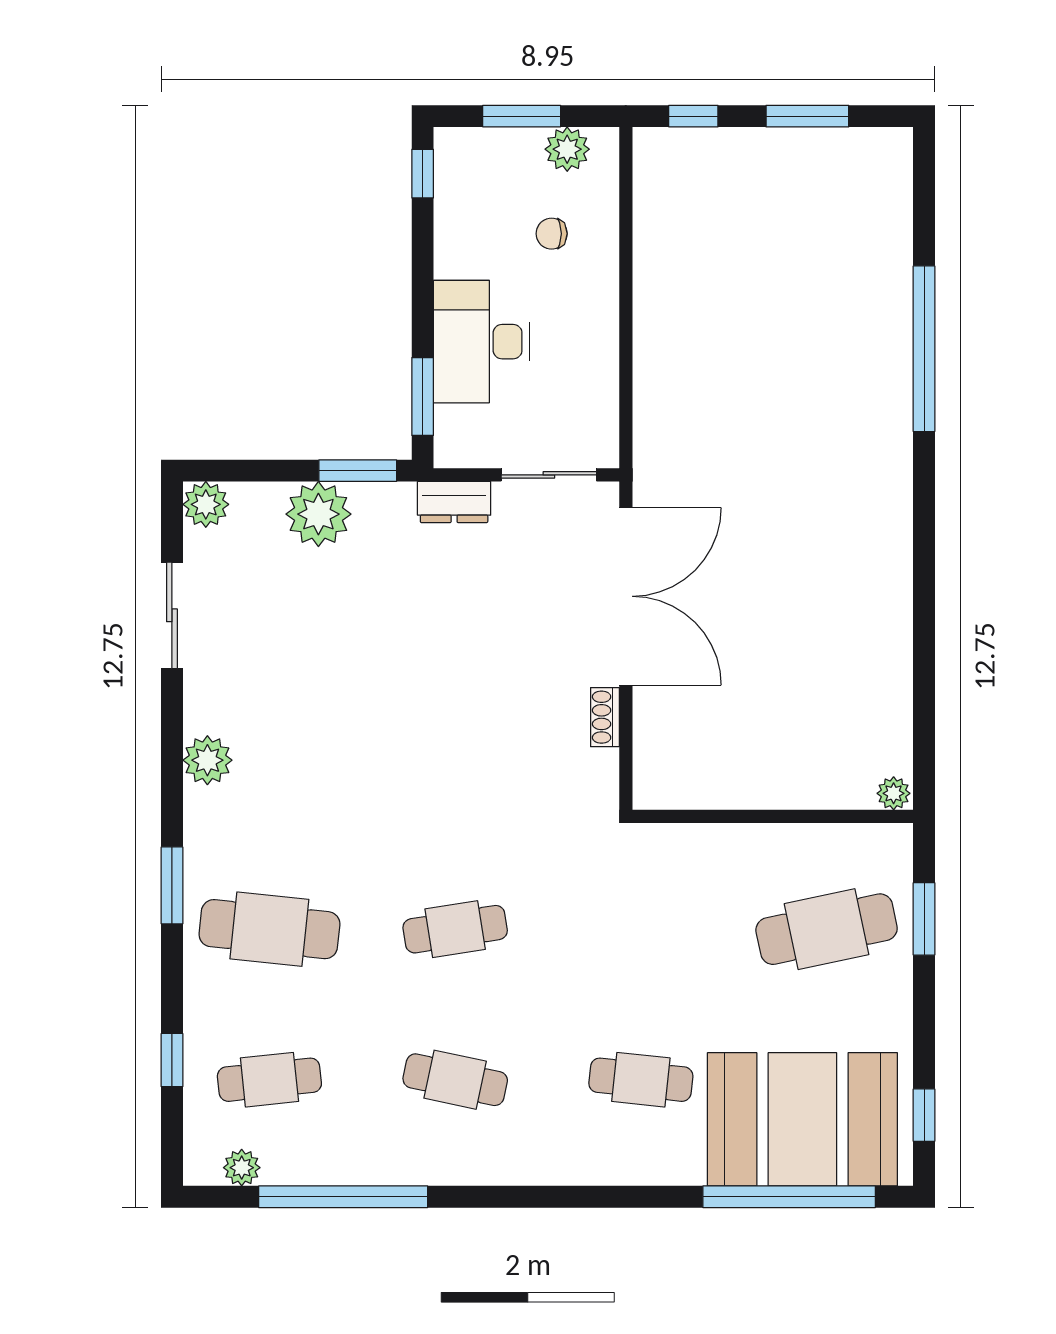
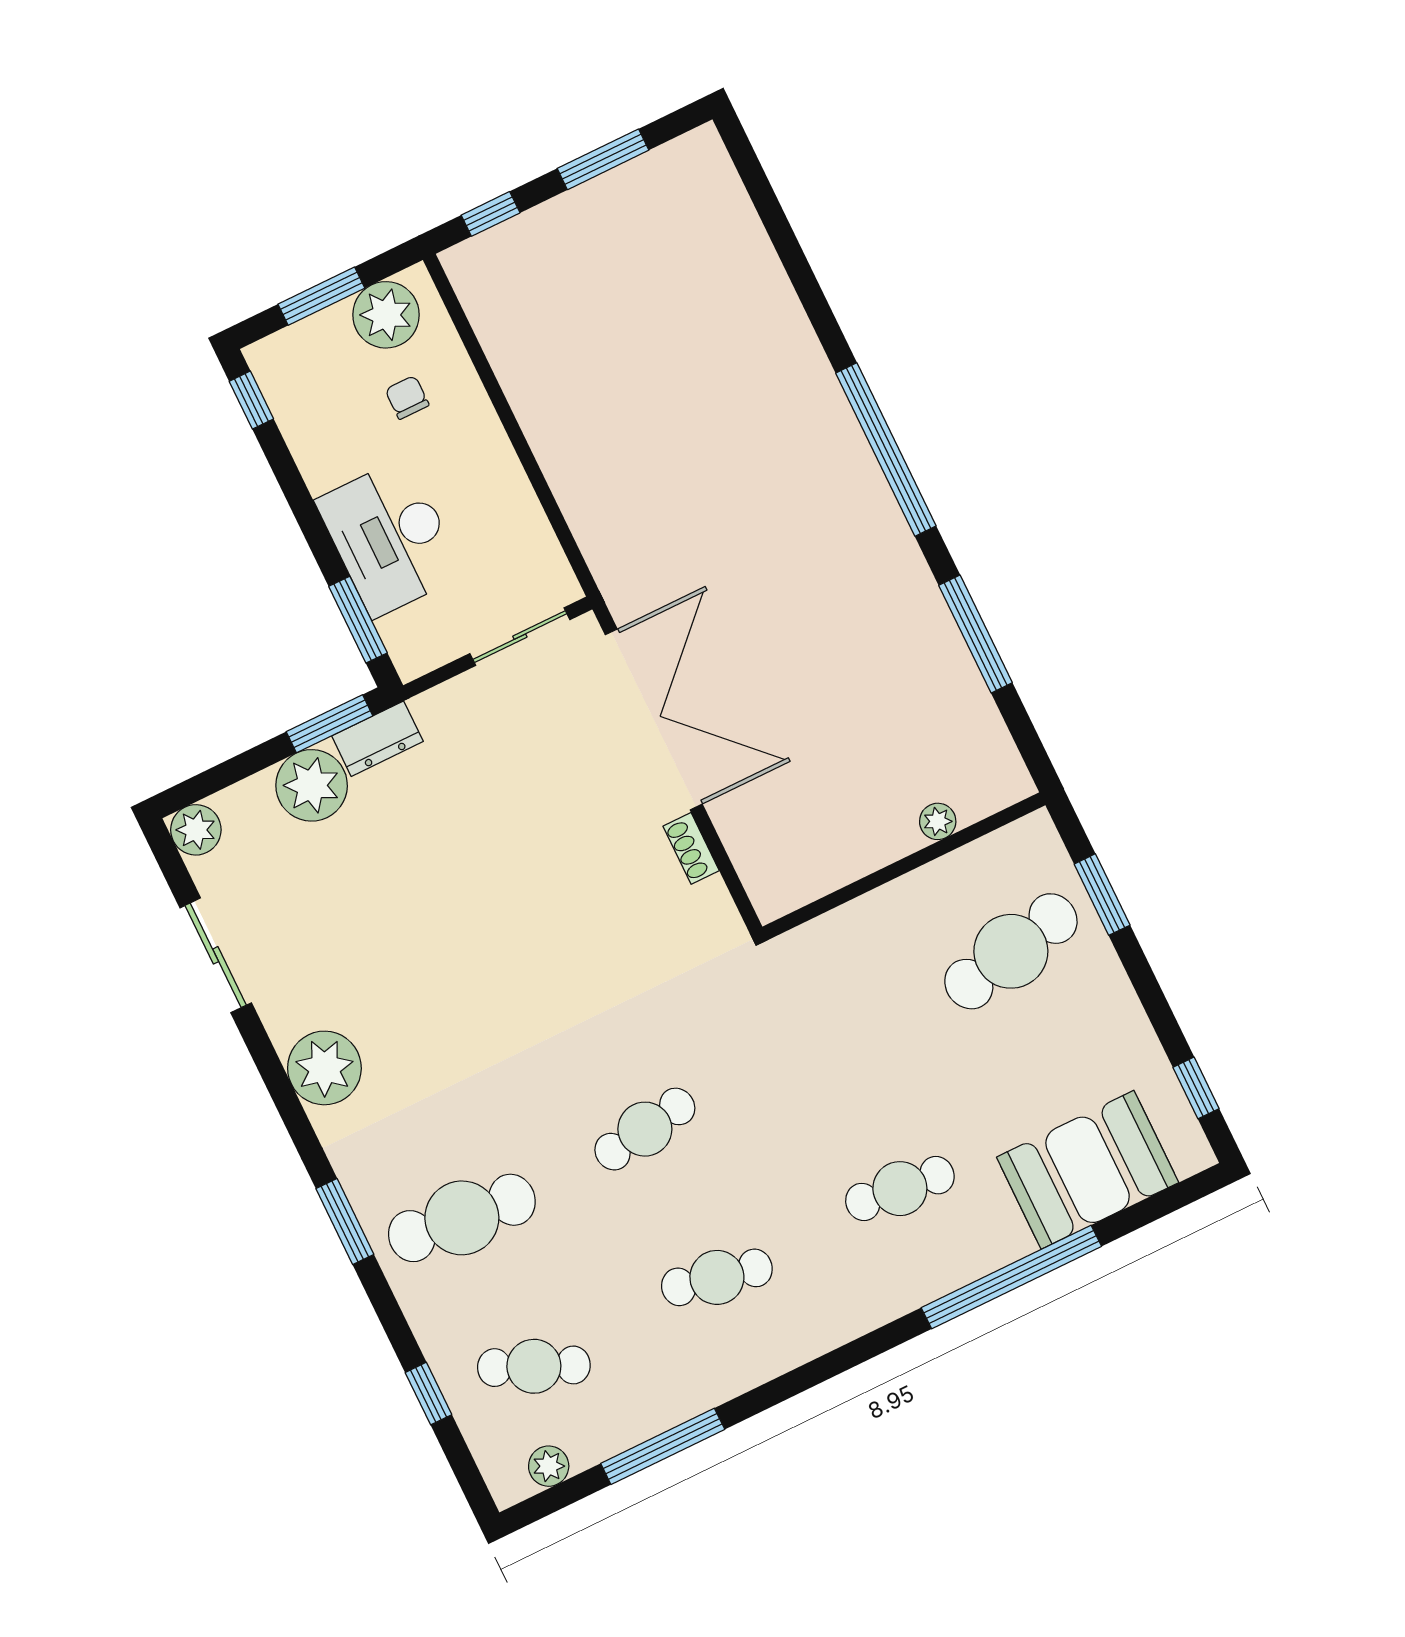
plant: (567, 149) -> (386, 315), width x1.36, depth x1.36
chair: (552, 234) -> (407, 397), turned 90
window: (924, 349) -> (886, 450), moved
dresser: (454, 502) -> (377, 739), moved
window: (924, 655) -> (976, 634), added
plant: (207, 760) -> (324, 1068), width x1.36, depth x1.36
plant: (894, 793) -> (938, 821), moved
cafe table: (269, 1080) -> (534, 1366), turned 30
booth: (802, 1119) -> (1088, 1170), width x0.73, depth x0.70
window: (343, 1197) -> (663, 1446), width x0.68
window: (789, 1197) -> (1011, 1277), moved

